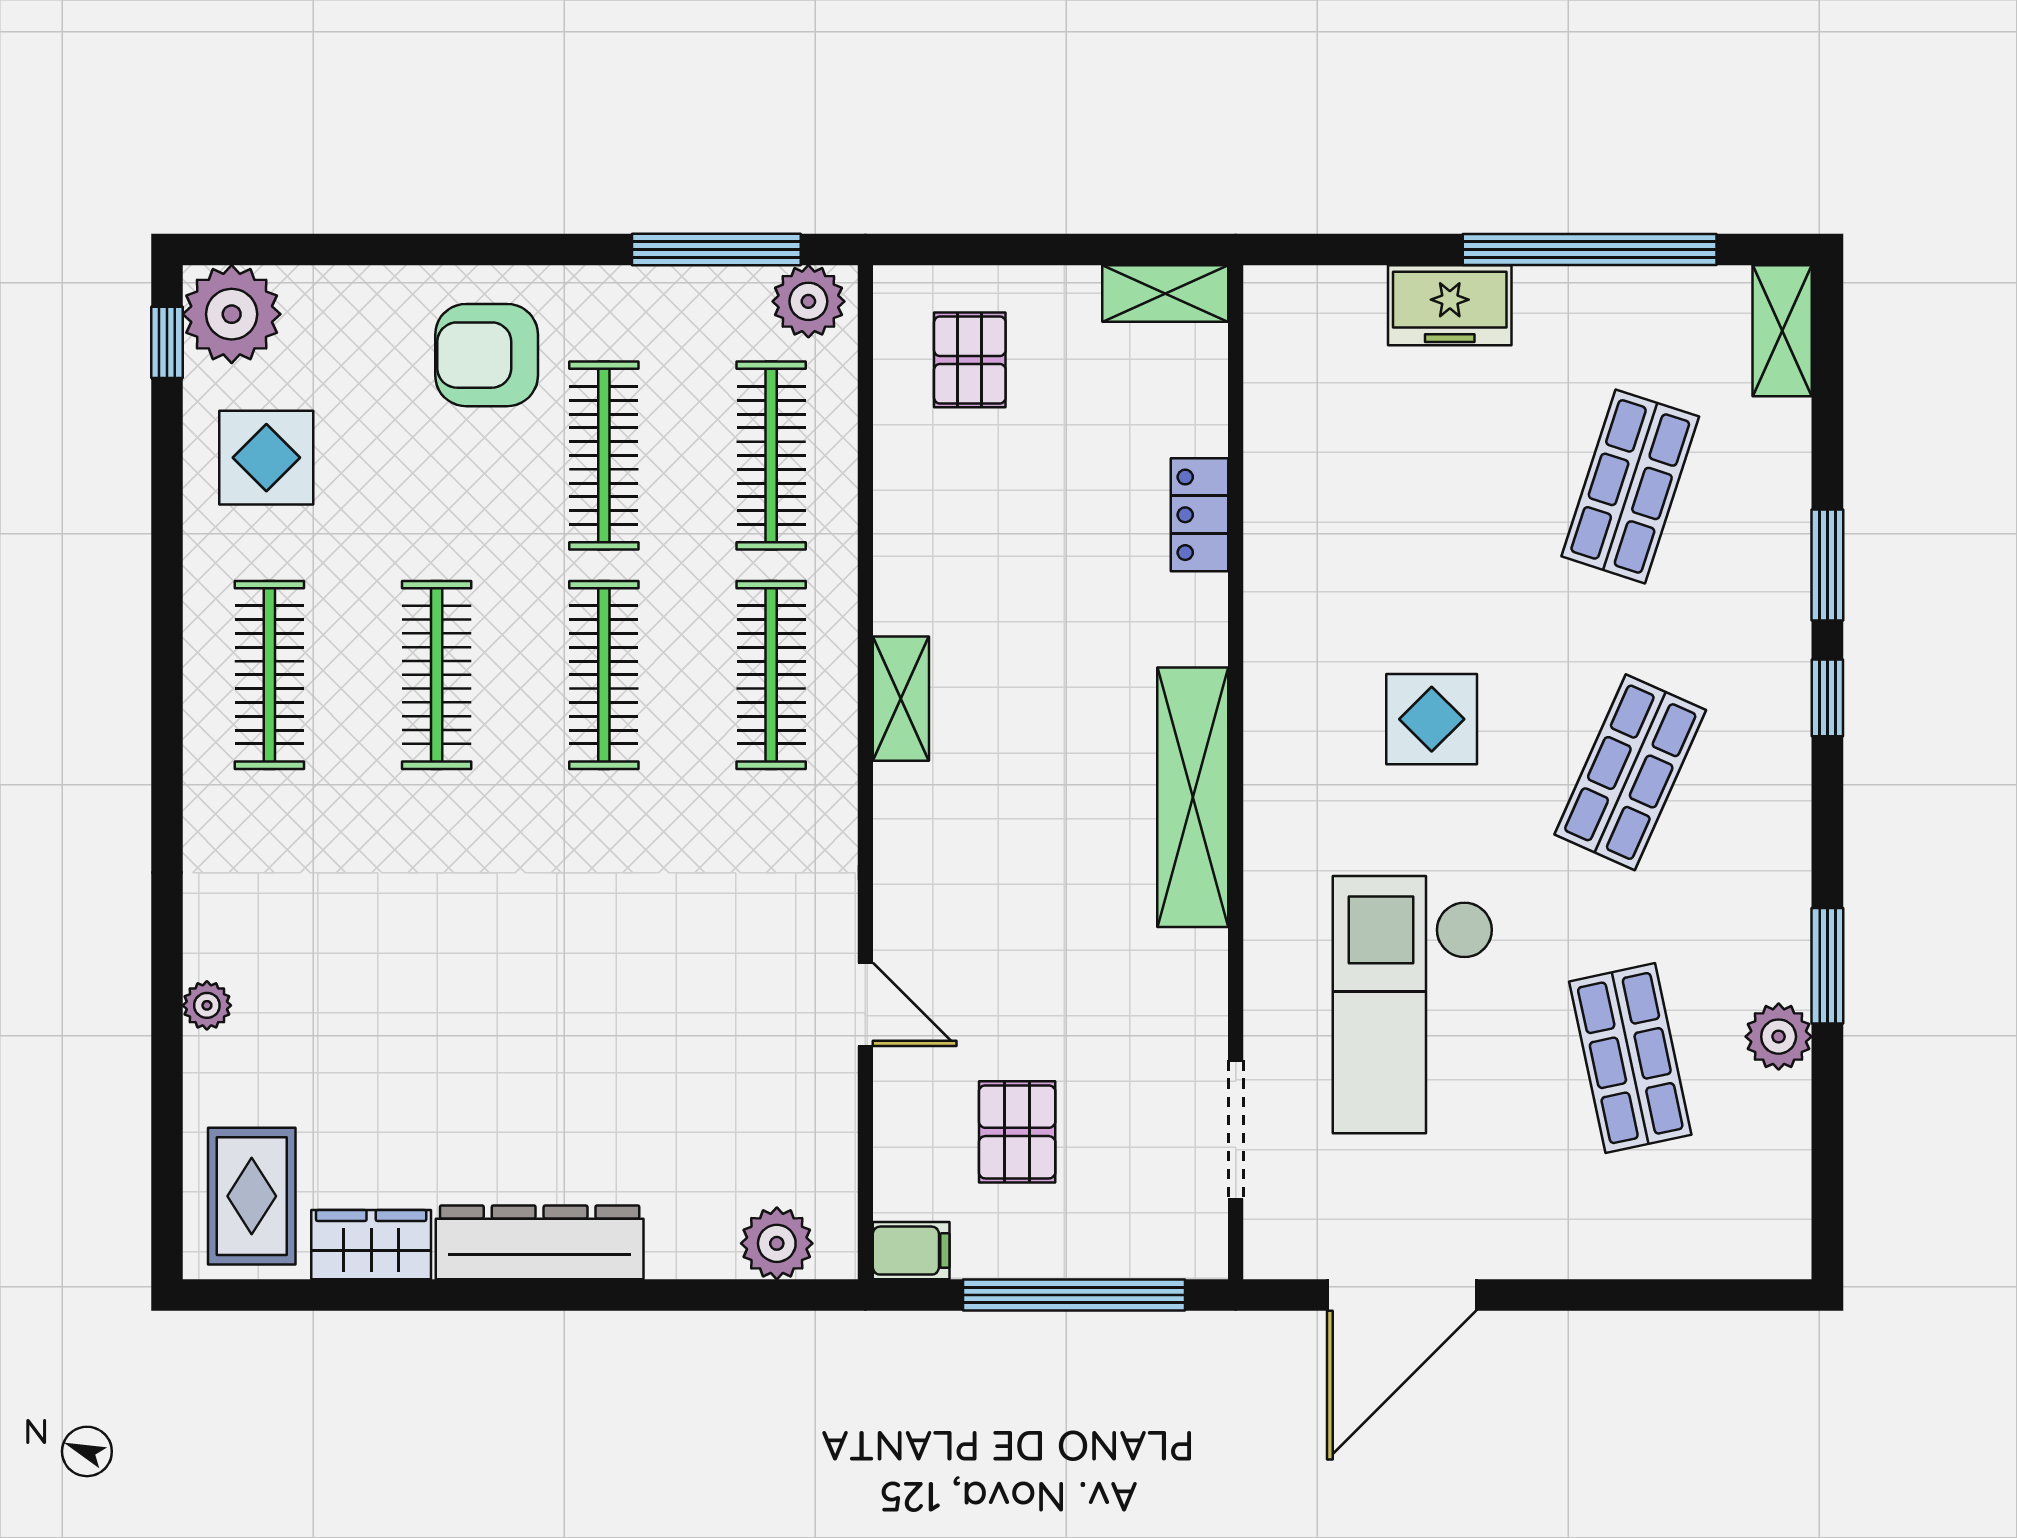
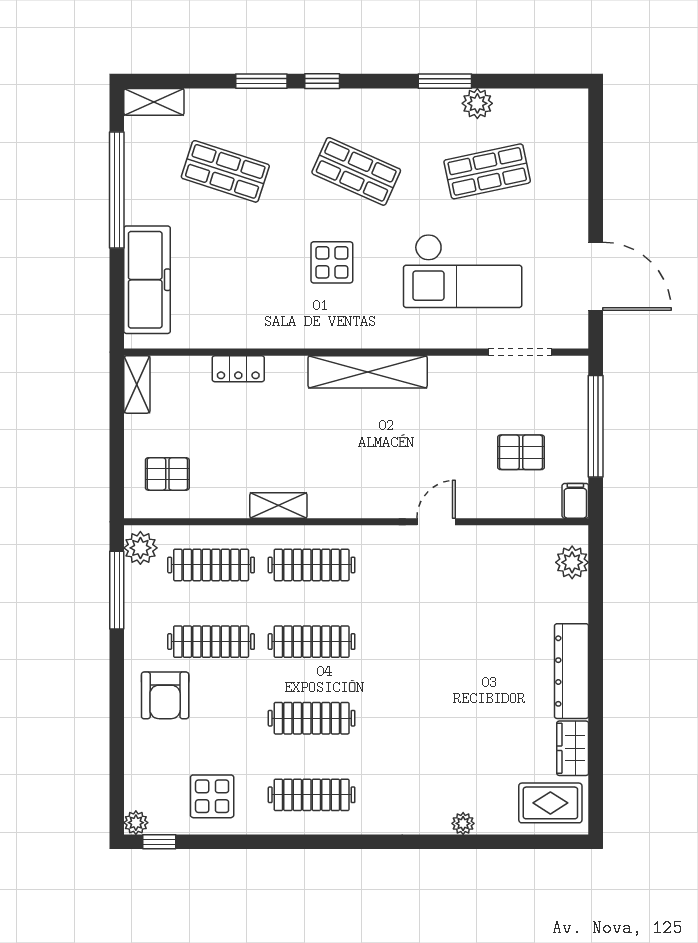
freezer: (1450, 305) -> (147, 280), width x1.91, depth x1.26
plant: (232, 314) -> (136, 823), width x0.53, depth x0.53
shelving: (901, 699) -> (278, 506), moved
door: (865, 1004) -> (436, 522), moved

